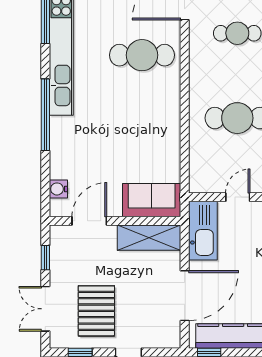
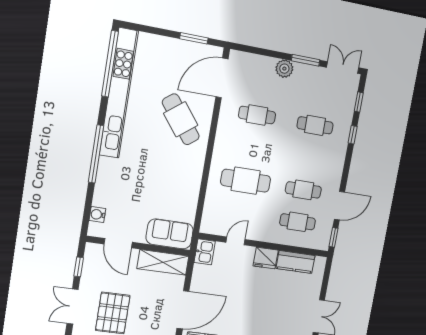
cafe table: (142, 55) -> (181, 119), turned 52
door: (89, 221) -> (118, 243), swing flipped
kitchen sink: (203, 231) -> (205, 252), width x0.53, depth x0.81

